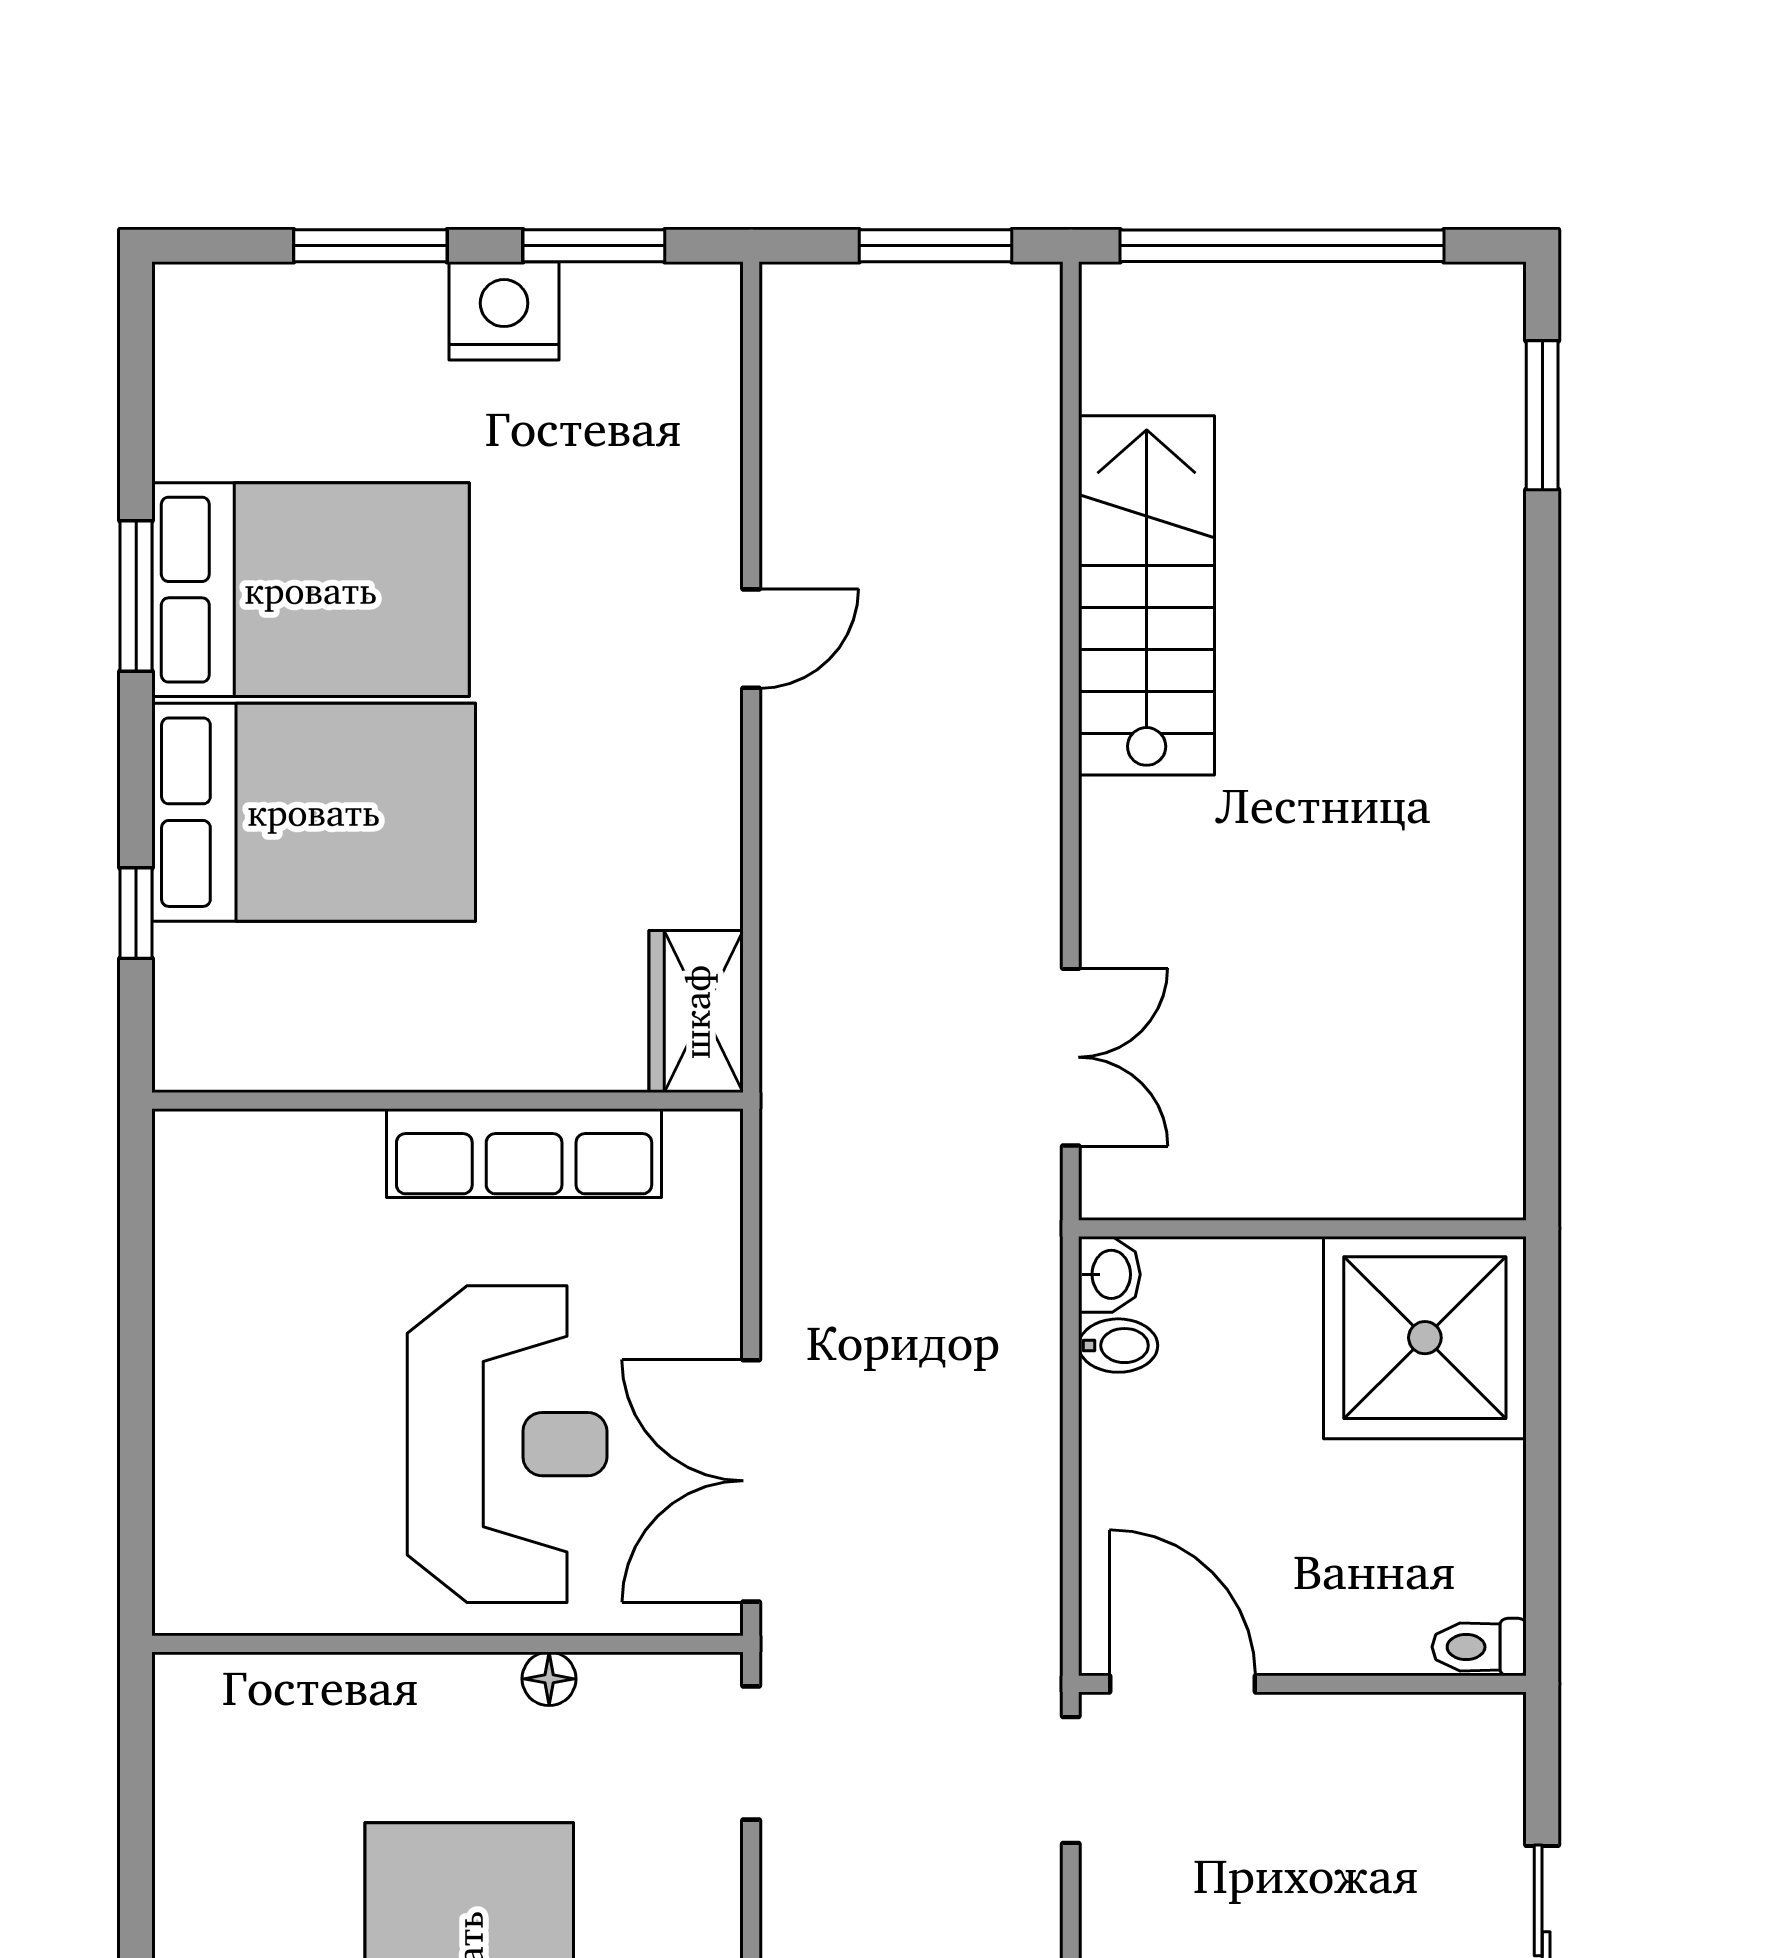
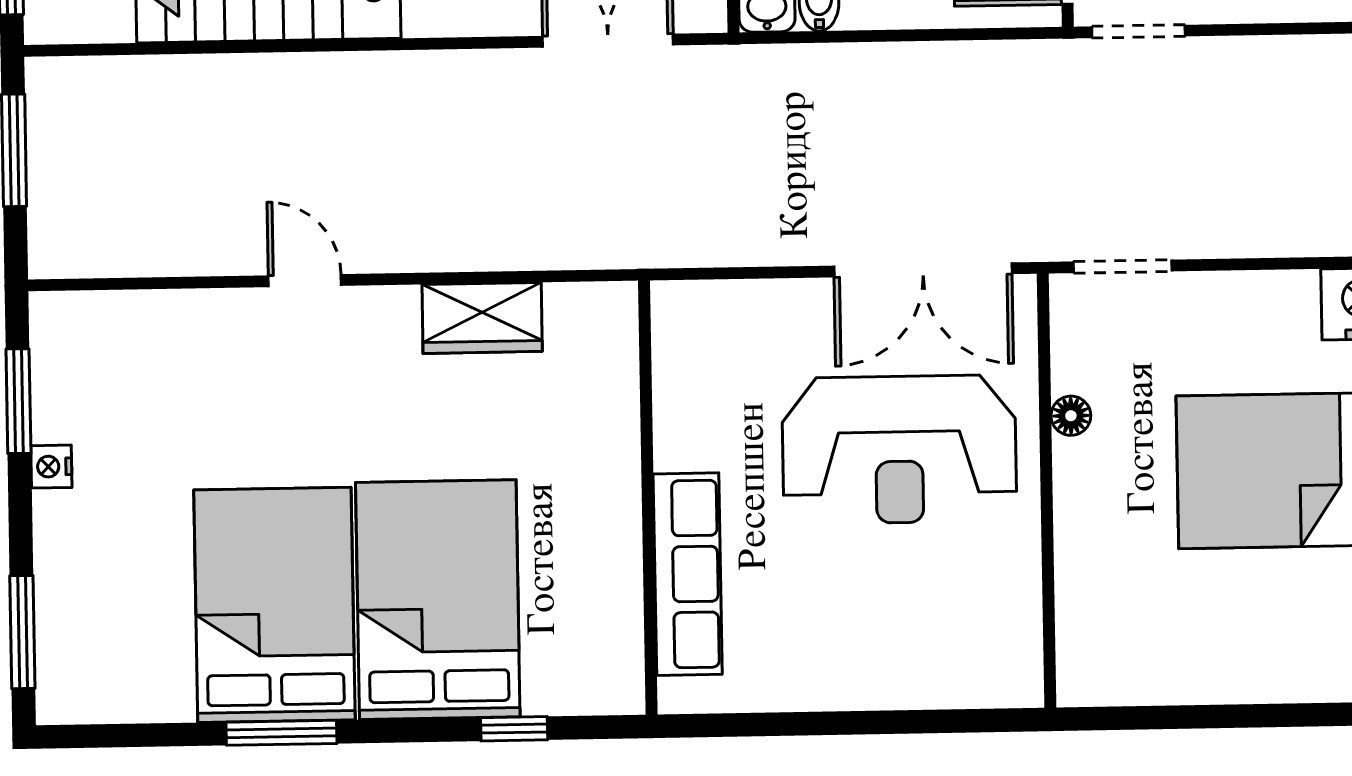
window: (370, 246) -> (22, 632), moved
nightstand: (504, 311) -> (51, 467), width x0.53, depth x0.56
wardrobe: (696, 1012) -> (482, 318), moved
row of seats: (524, 1153) -> (688, 574), moved
reception desk: (507, 1444) -> (899, 450), turned 180

